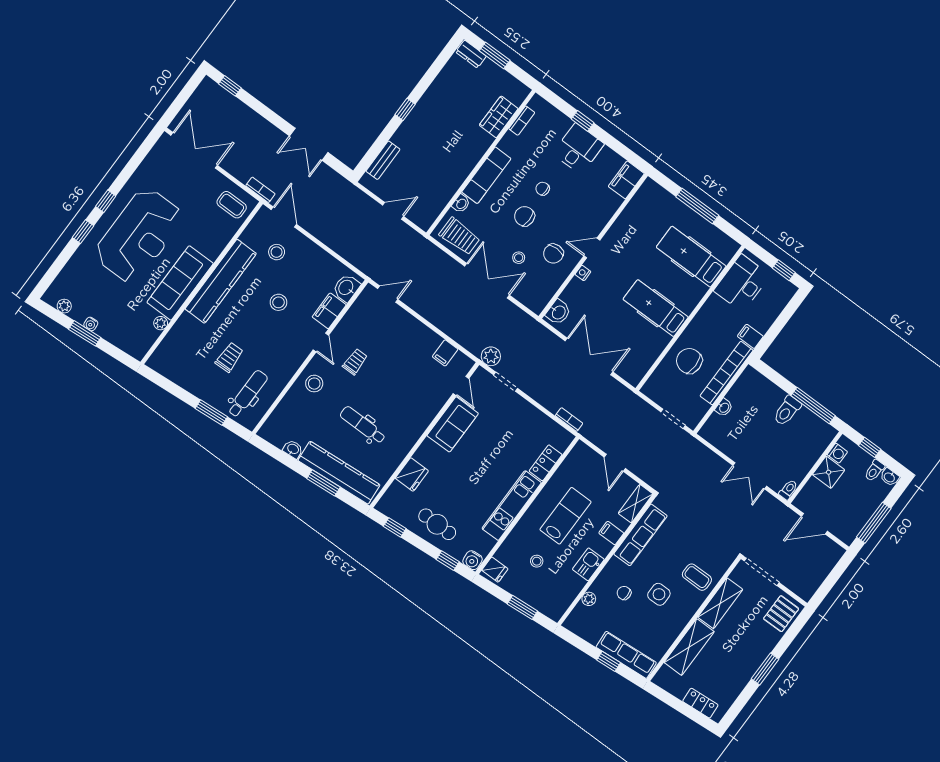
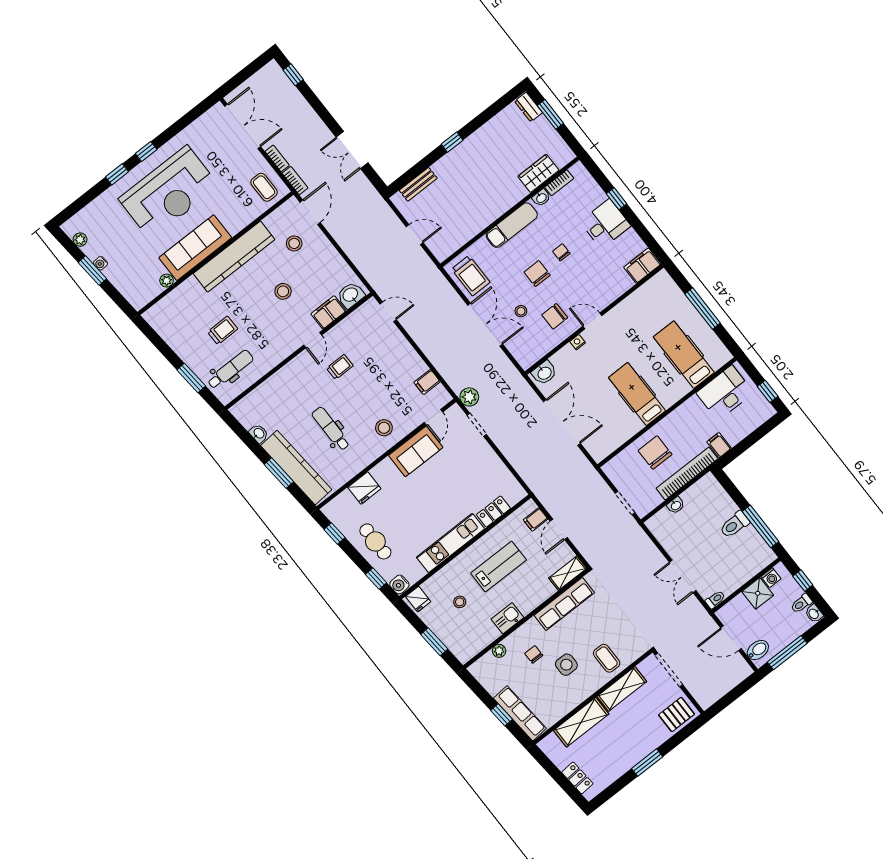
washbasin: (461, 204) -> (541, 198), moved
stool: (314, 384) -> (384, 428), moved
bookcase: (569, 420) -> (277, 158), moved
bidet: (844, 528) -> (758, 650), added
filing cabinet: (611, 533) -> (536, 519), moved, turned -90

